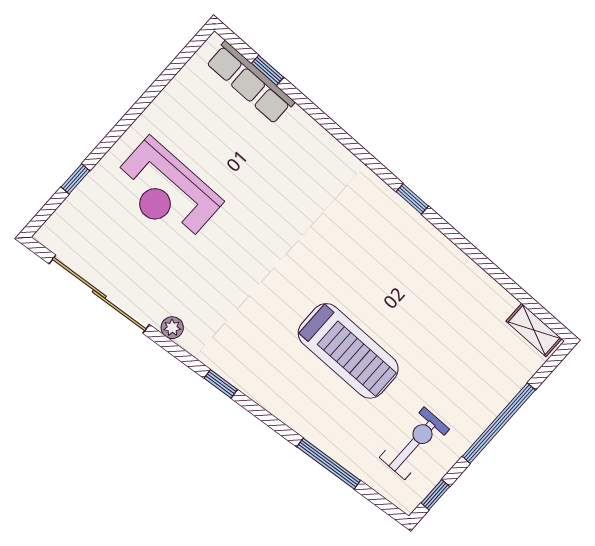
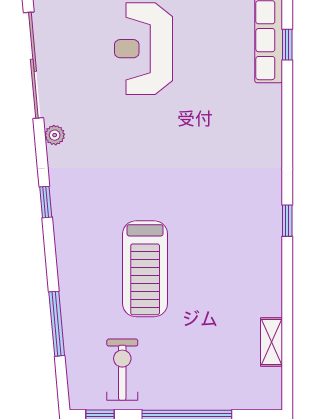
shelving: (534, 330) -> (271, 342), moved
exercise bike: (414, 443) -> (122, 370), turned -90

